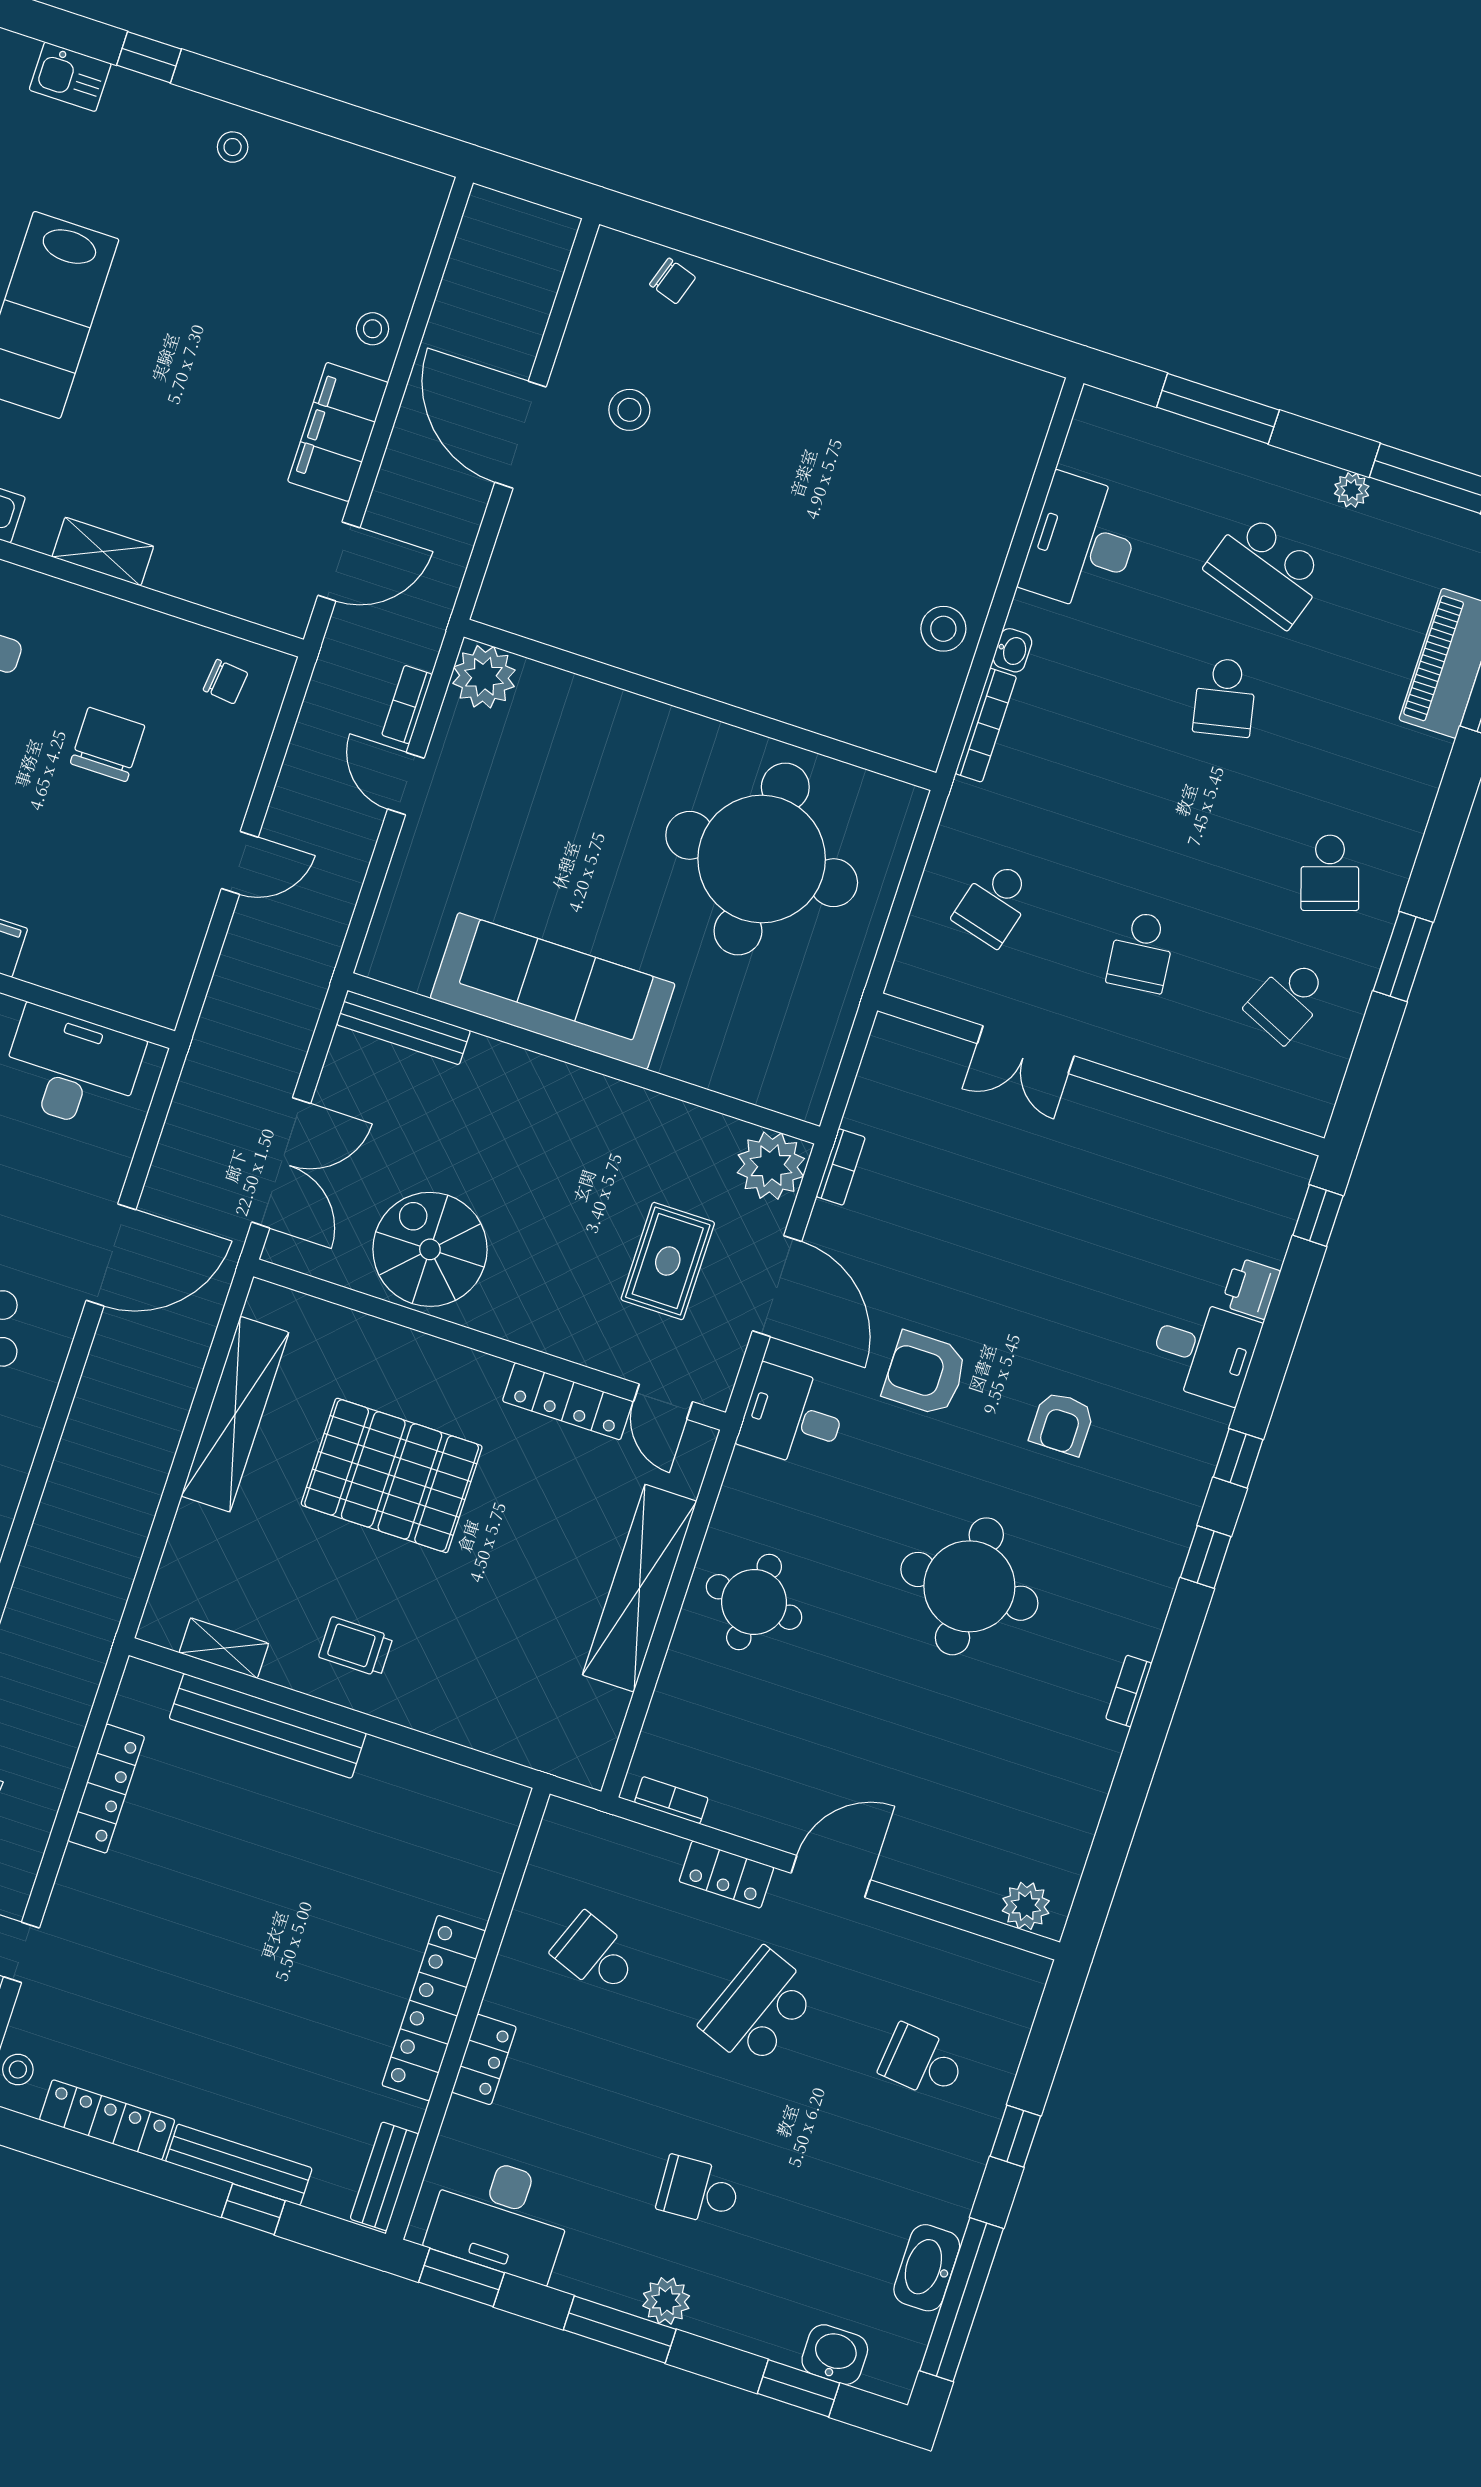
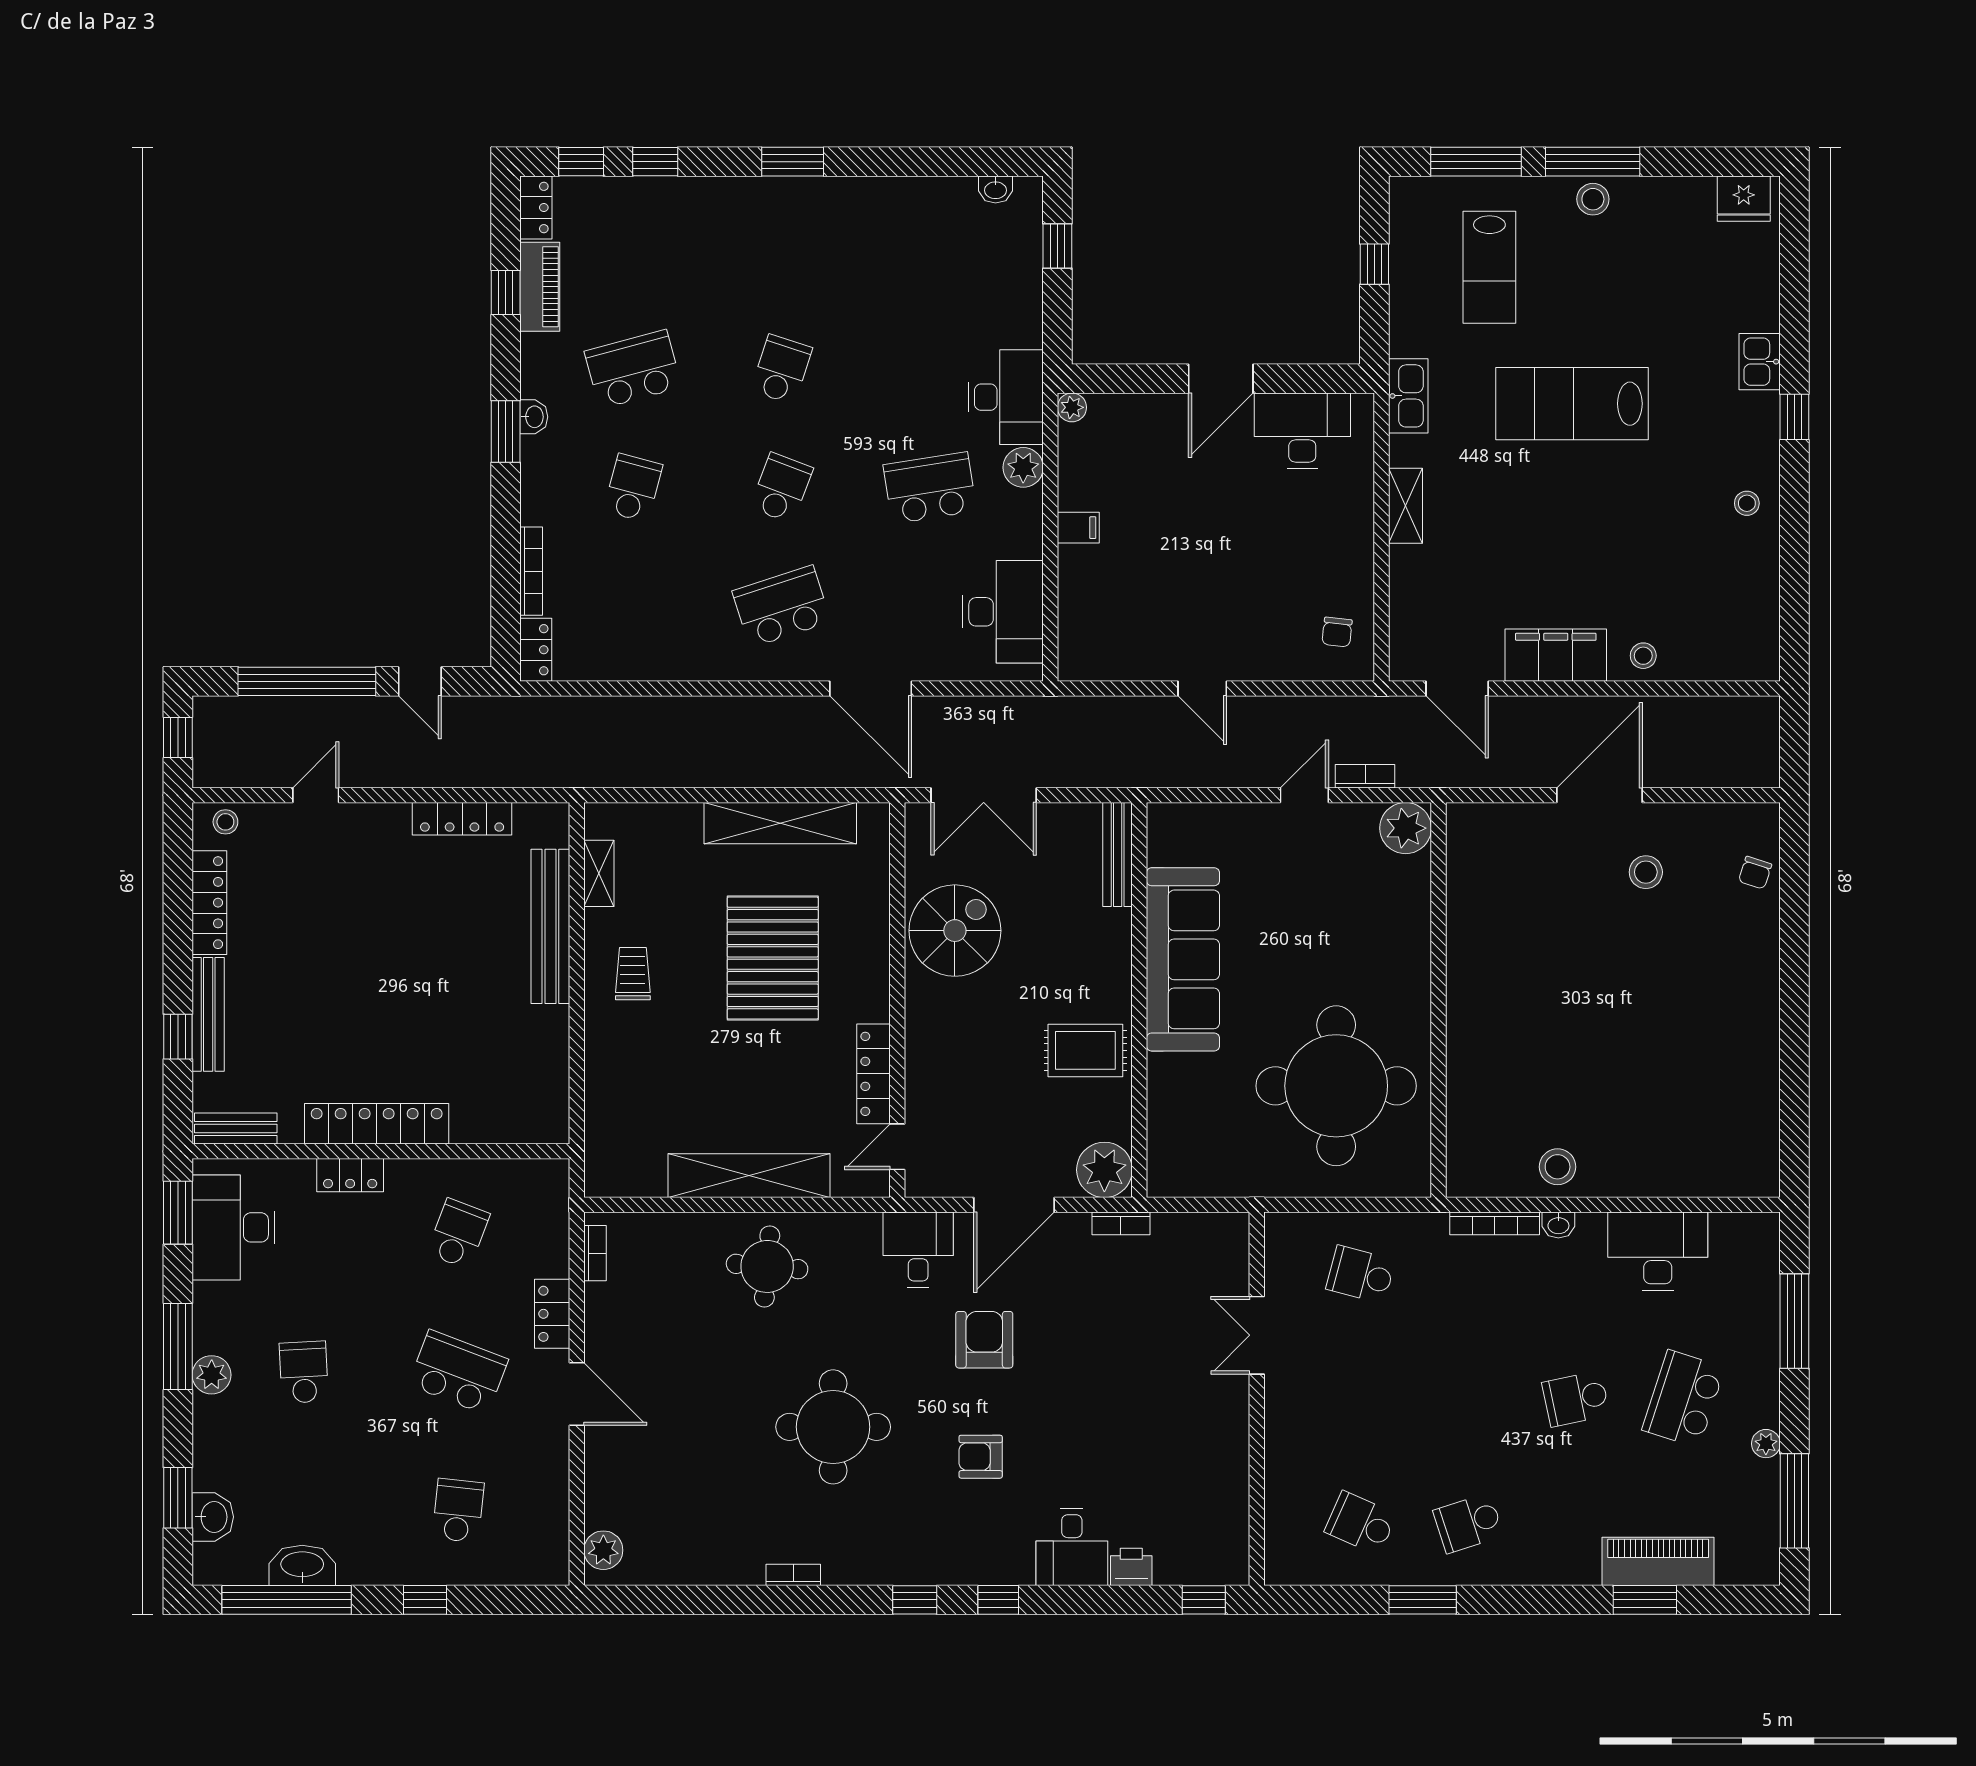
chair: (108, 744) -> (1259, 558), removed
school desk: (1141, 952) -> (1361, 1399), removed
rug: (668, 1261) -> (1085, 1050), moved

